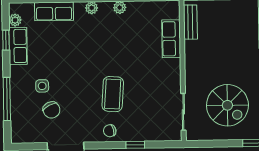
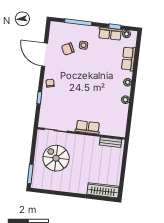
row of seats: (171, 39) -> (88, 127), moved
coffee table: (113, 94) -> (73, 88), removed
spiral stairs: (227, 105) -> (56, 158), turned 90

